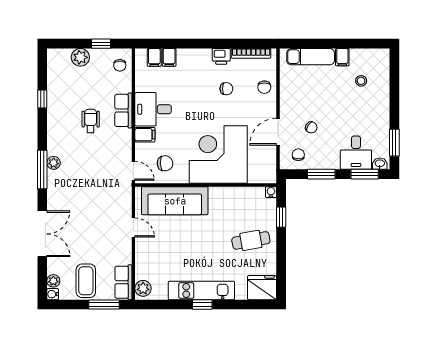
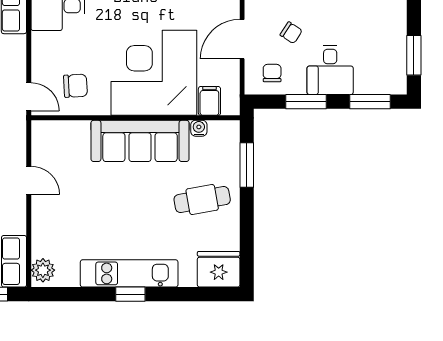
filing cabinet: (145, 135) -> (209, 101), moved, turned -90
desk: (356, 153) -> (330, 70), moved
washbasin: (380, 164) -> (392, 86), removed
water cooler: (271, 192) -> (199, 128), moved
sofa: (175, 201) -> (140, 141), moved
window: (281, 217) -> (247, 165), width x1.50

